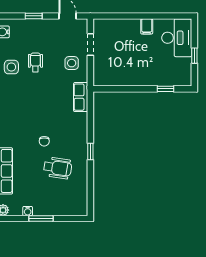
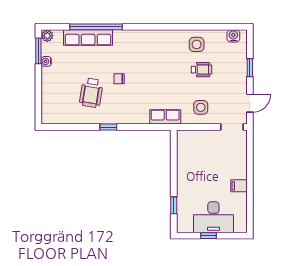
desk: (177, 38) -> (213, 217), moved
doorway: (90, 44) -> (232, 127), moved
window: (41, 219) -> (38, 51), moved

